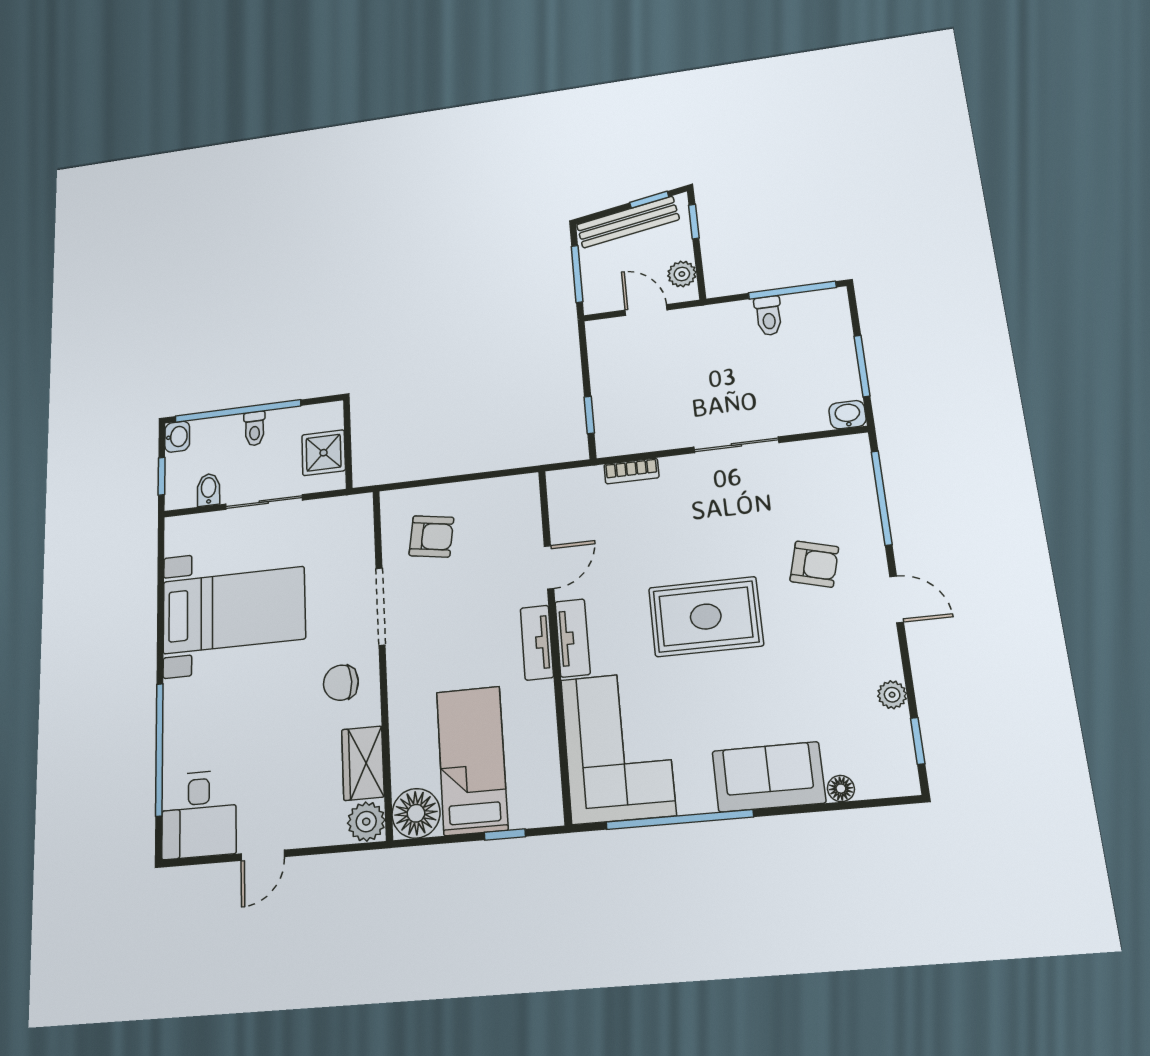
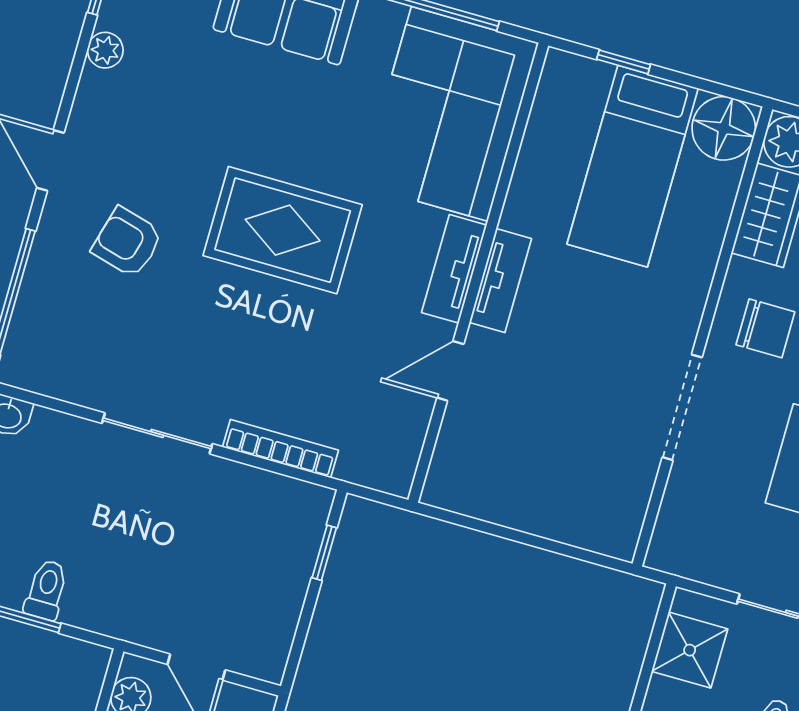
bookcase: (631, 471) -> (280, 449), width x1.56
armchair: (431, 536) -> (585, 474), removed

